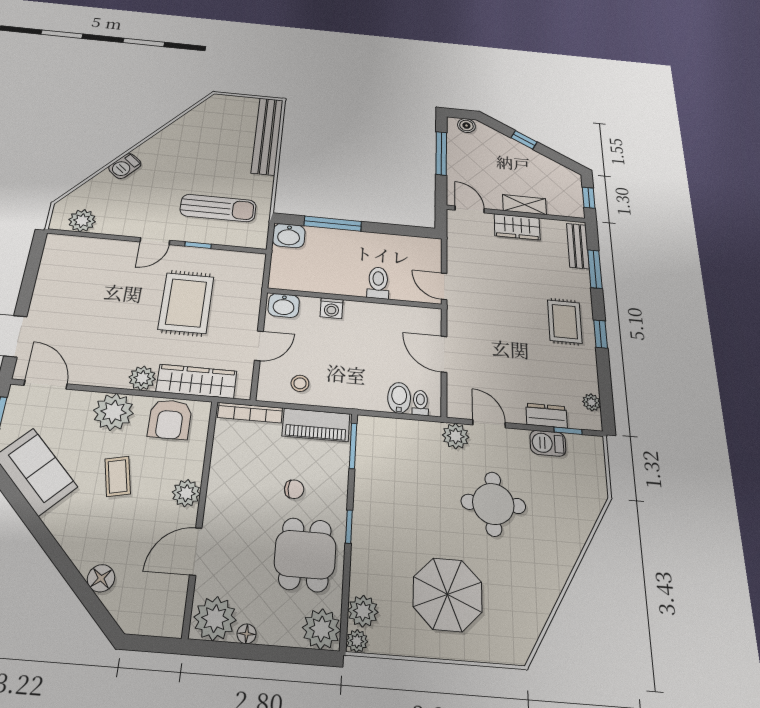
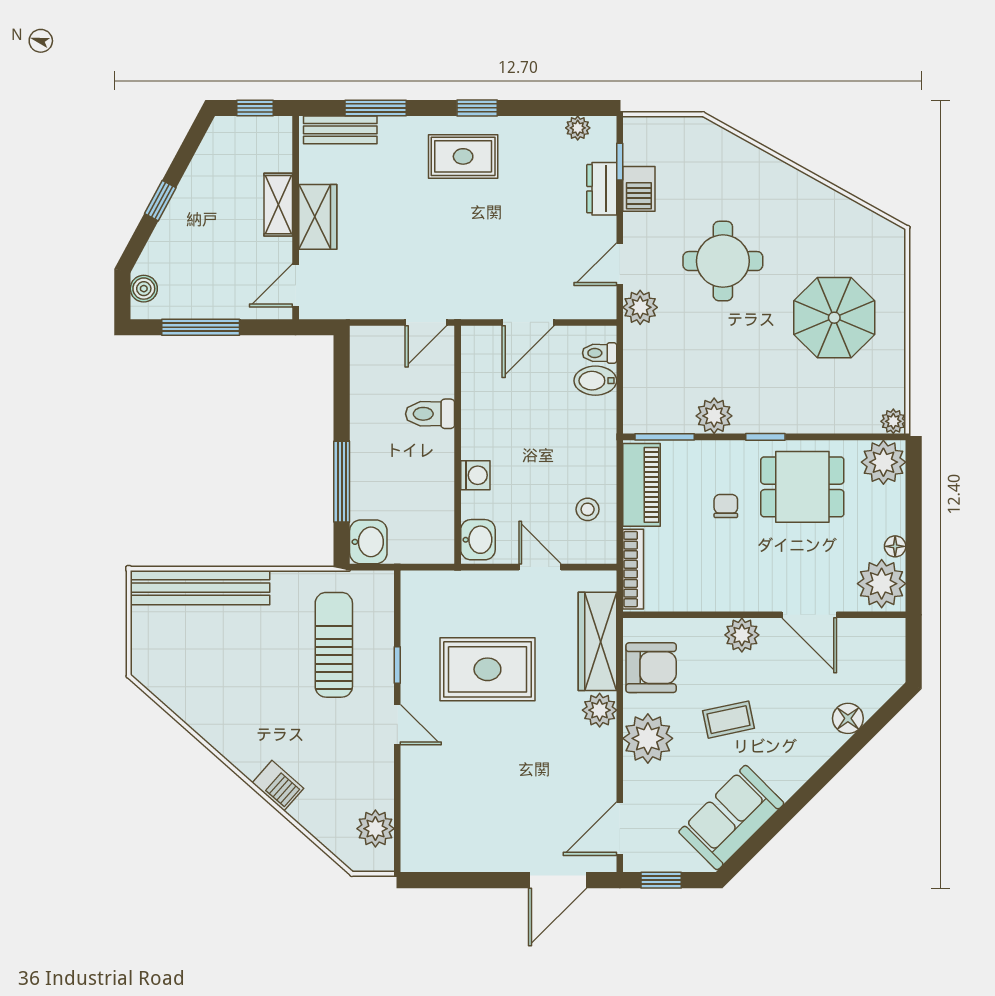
plant: (363, 611) -> (714, 416), moved

